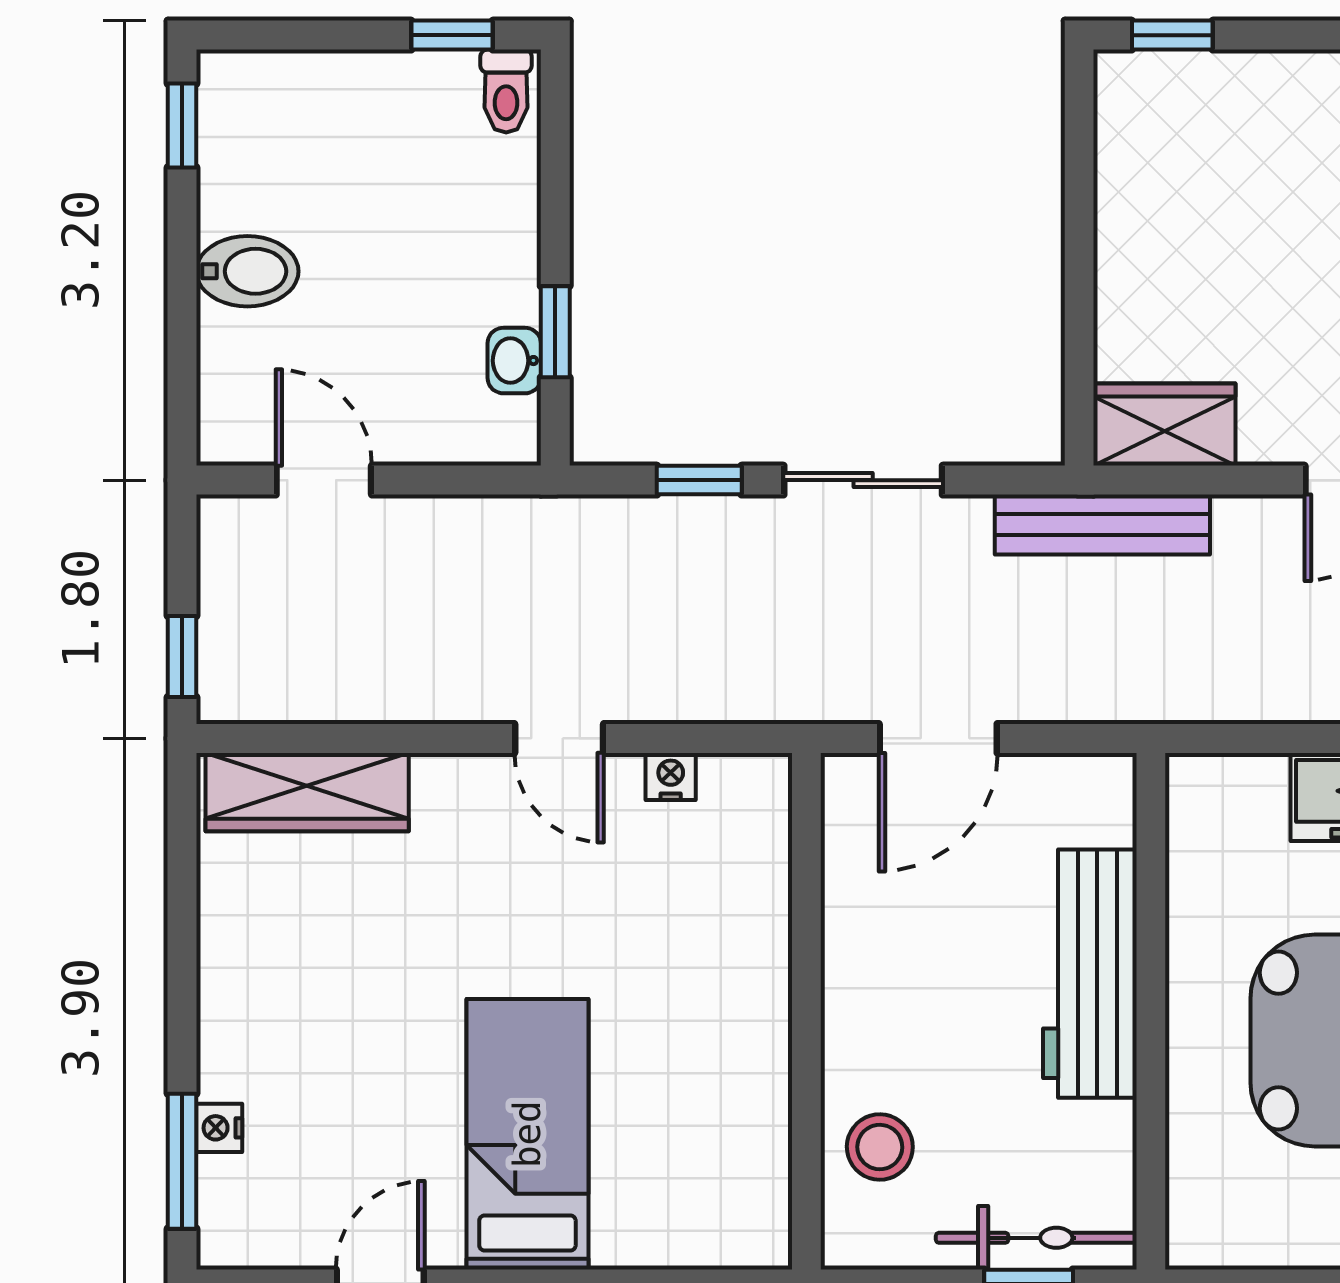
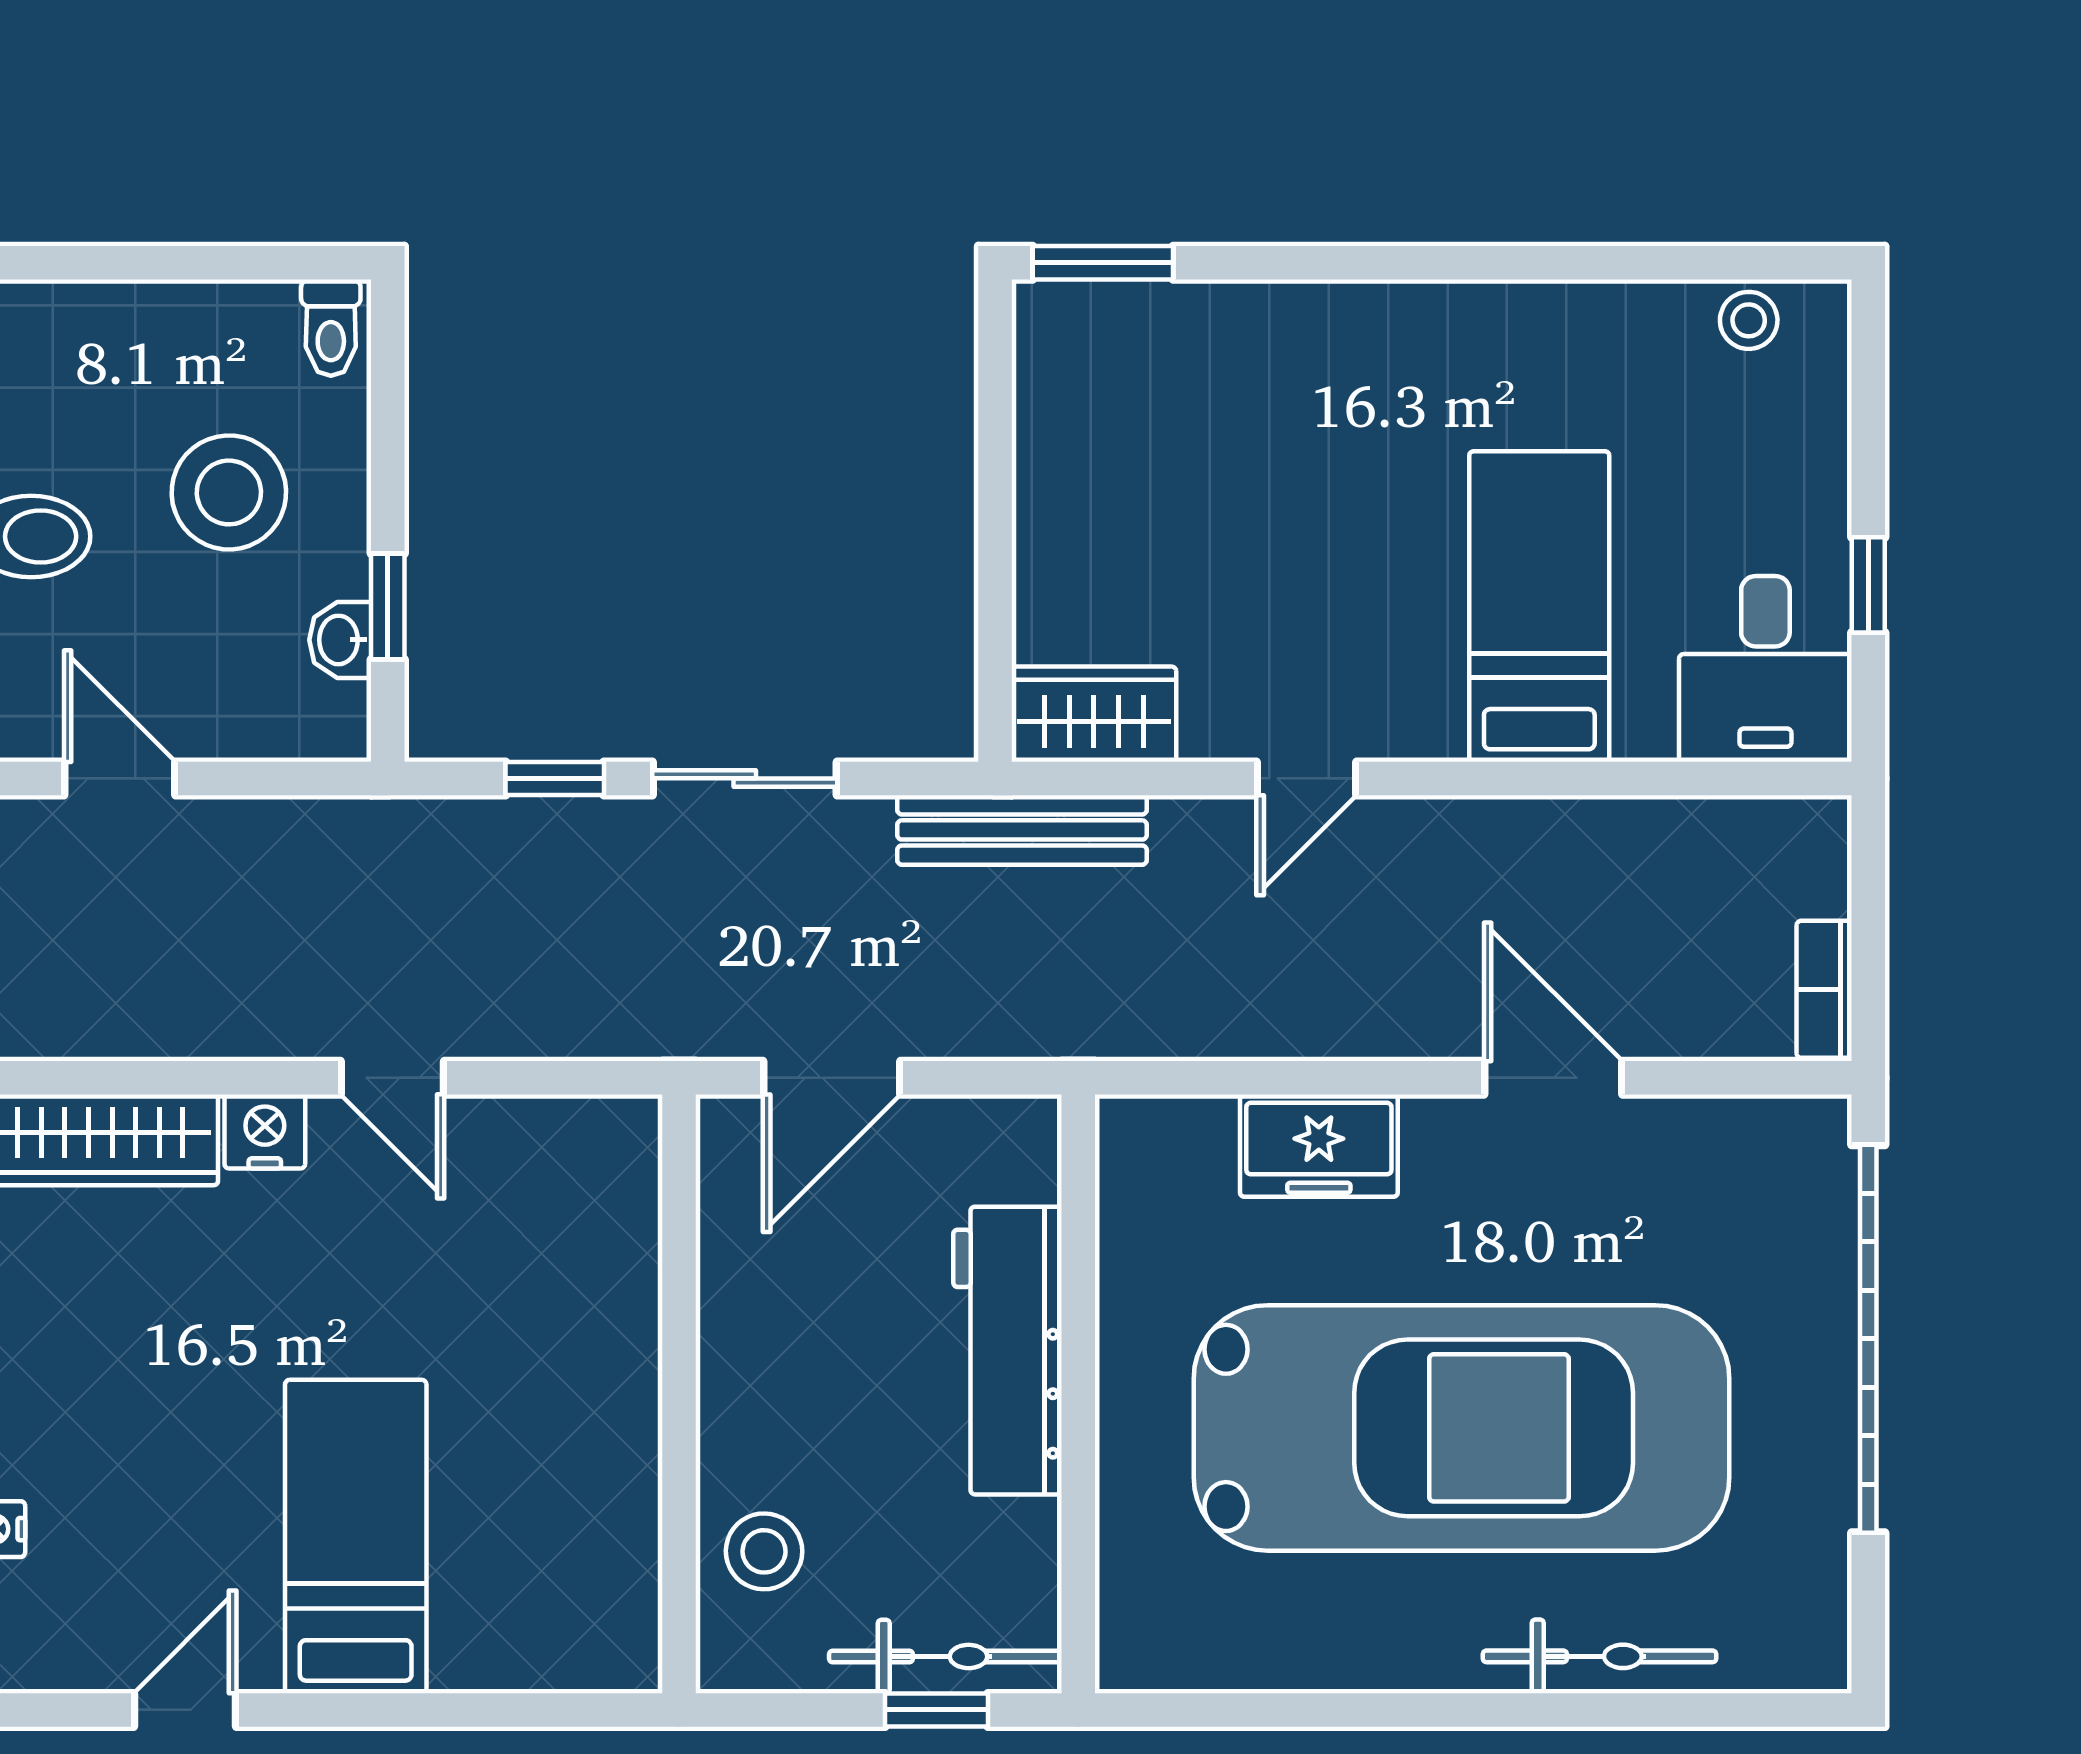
window: (452, 35) -> (268, 263), removed
window: (1172, 35) -> (1103, 263), width x1.50
stool: (418, 233) -> (229, 492), added
nightstand: (671, 776) -> (265, 1132), moved, width x1.39, depth x1.35

